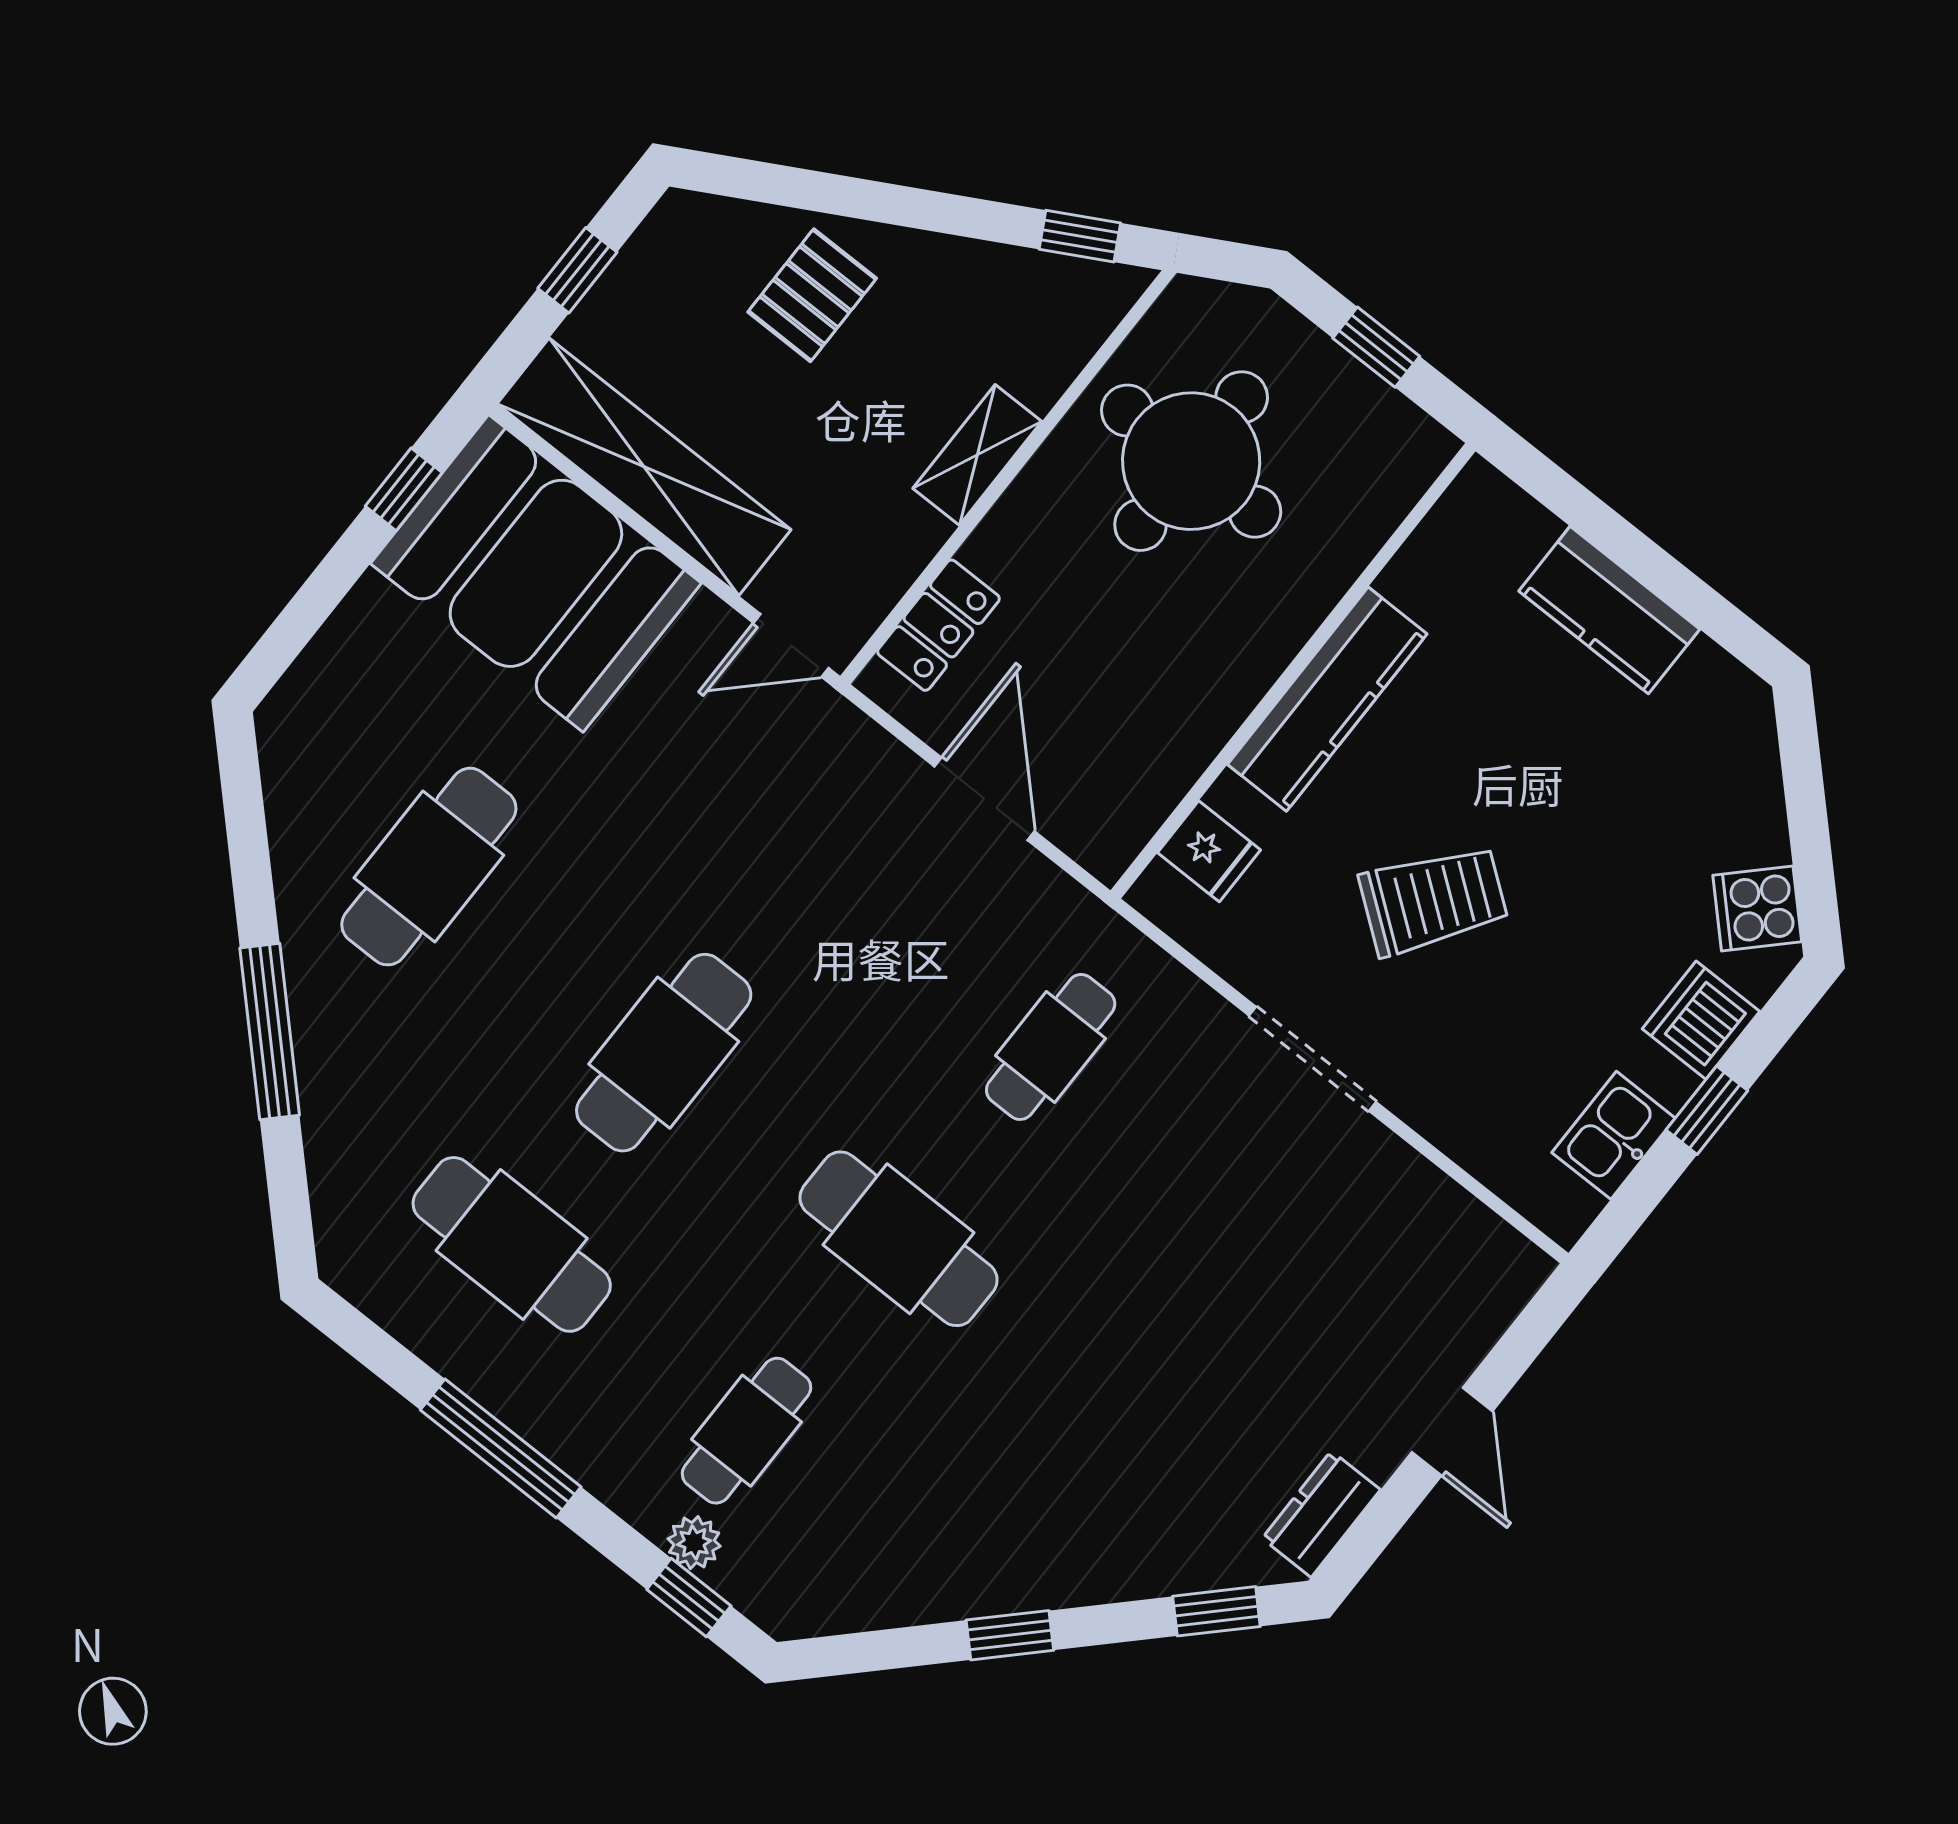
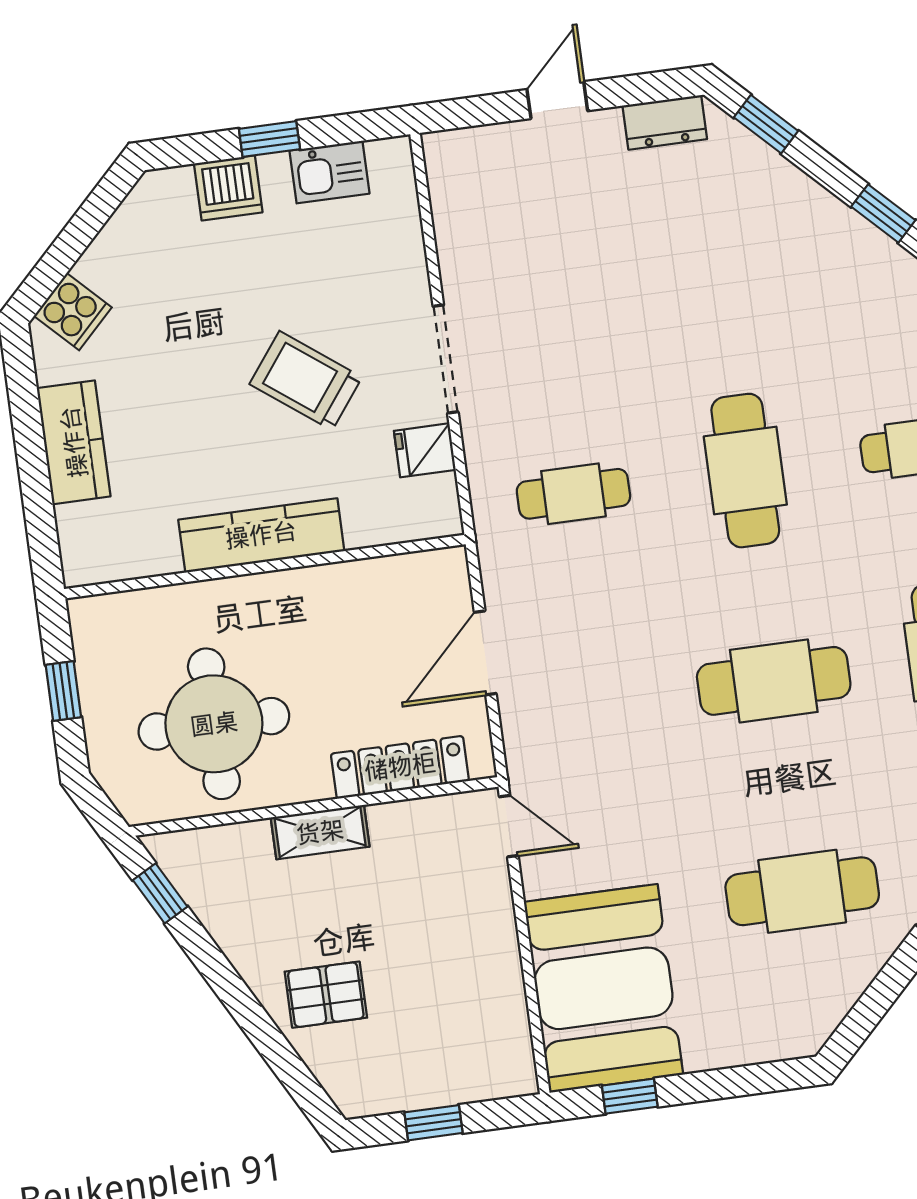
shelving: (644, 467) -> (496, 990), removed
locker: (938, 625) -> (400, 767), width x1.53
fridge: (1209, 851) -> (425, 450), moved, turned -90
cooker: (1757, 909) -> (73, 312), moved

